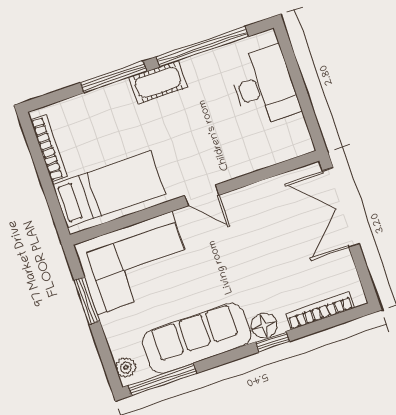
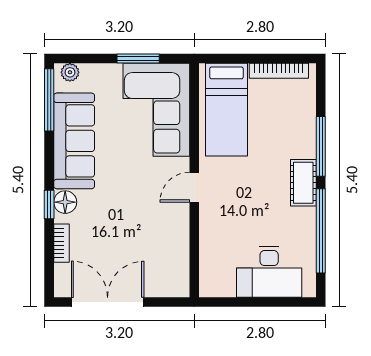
double door: (341, 207) -> (108, 302), moved
bookcase: (320, 311) -> (61, 243), width x0.64

